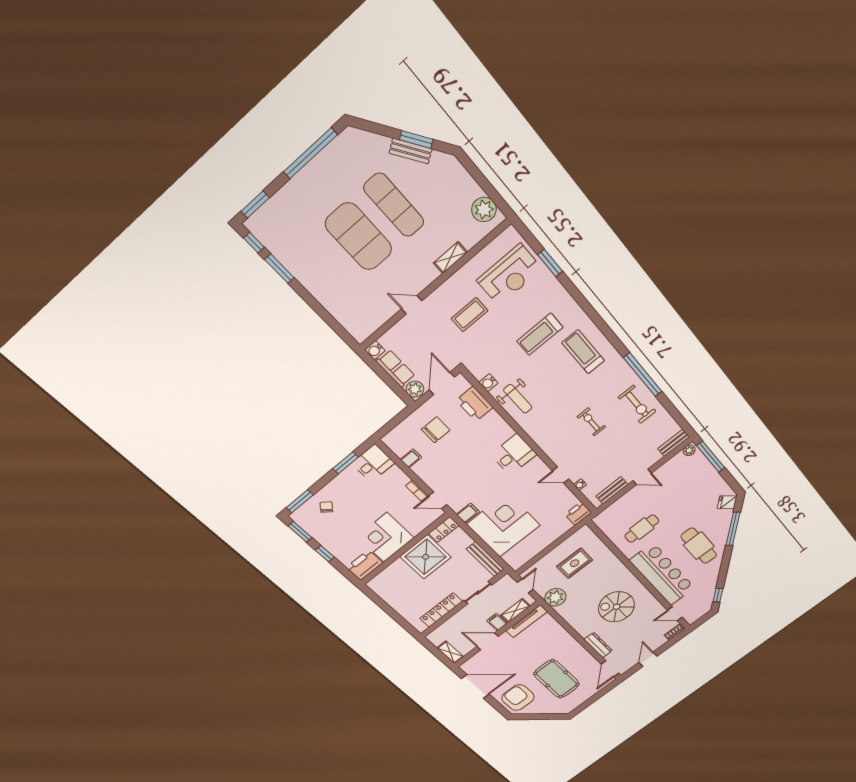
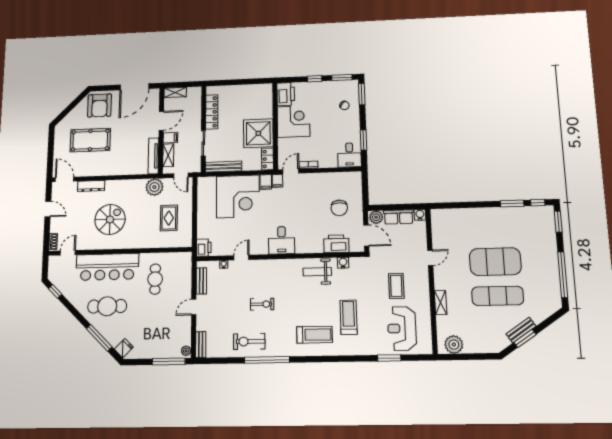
filing cabinet: (411, 458) -> (277, 181), moved
armchair: (518, 698) -> (100, 105), turned 90

